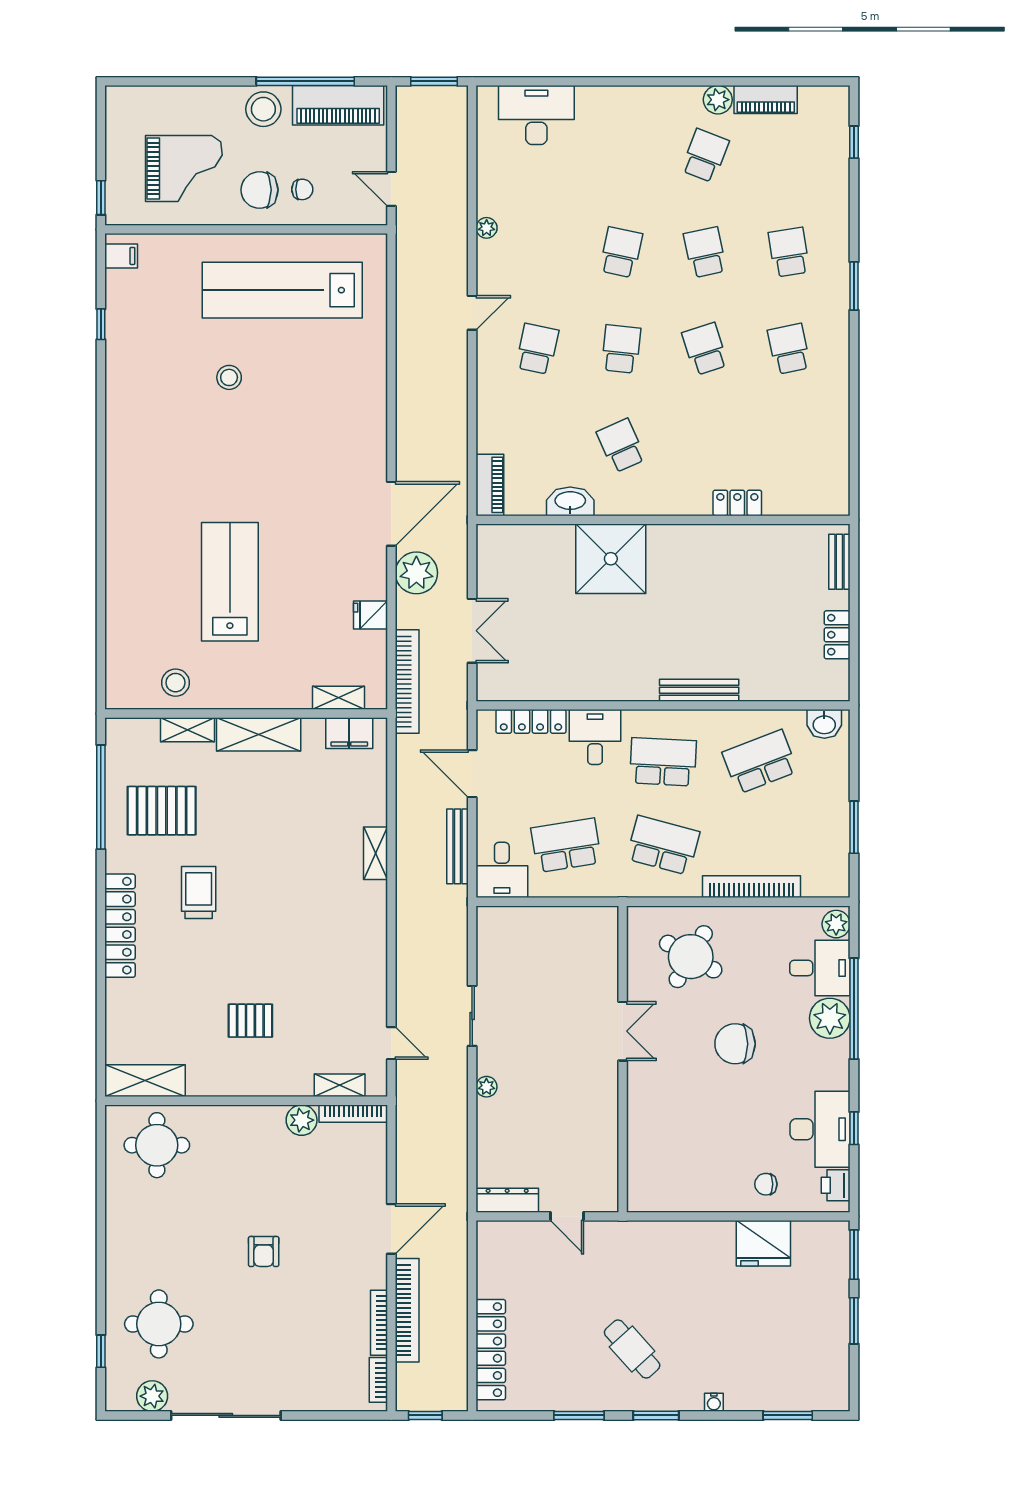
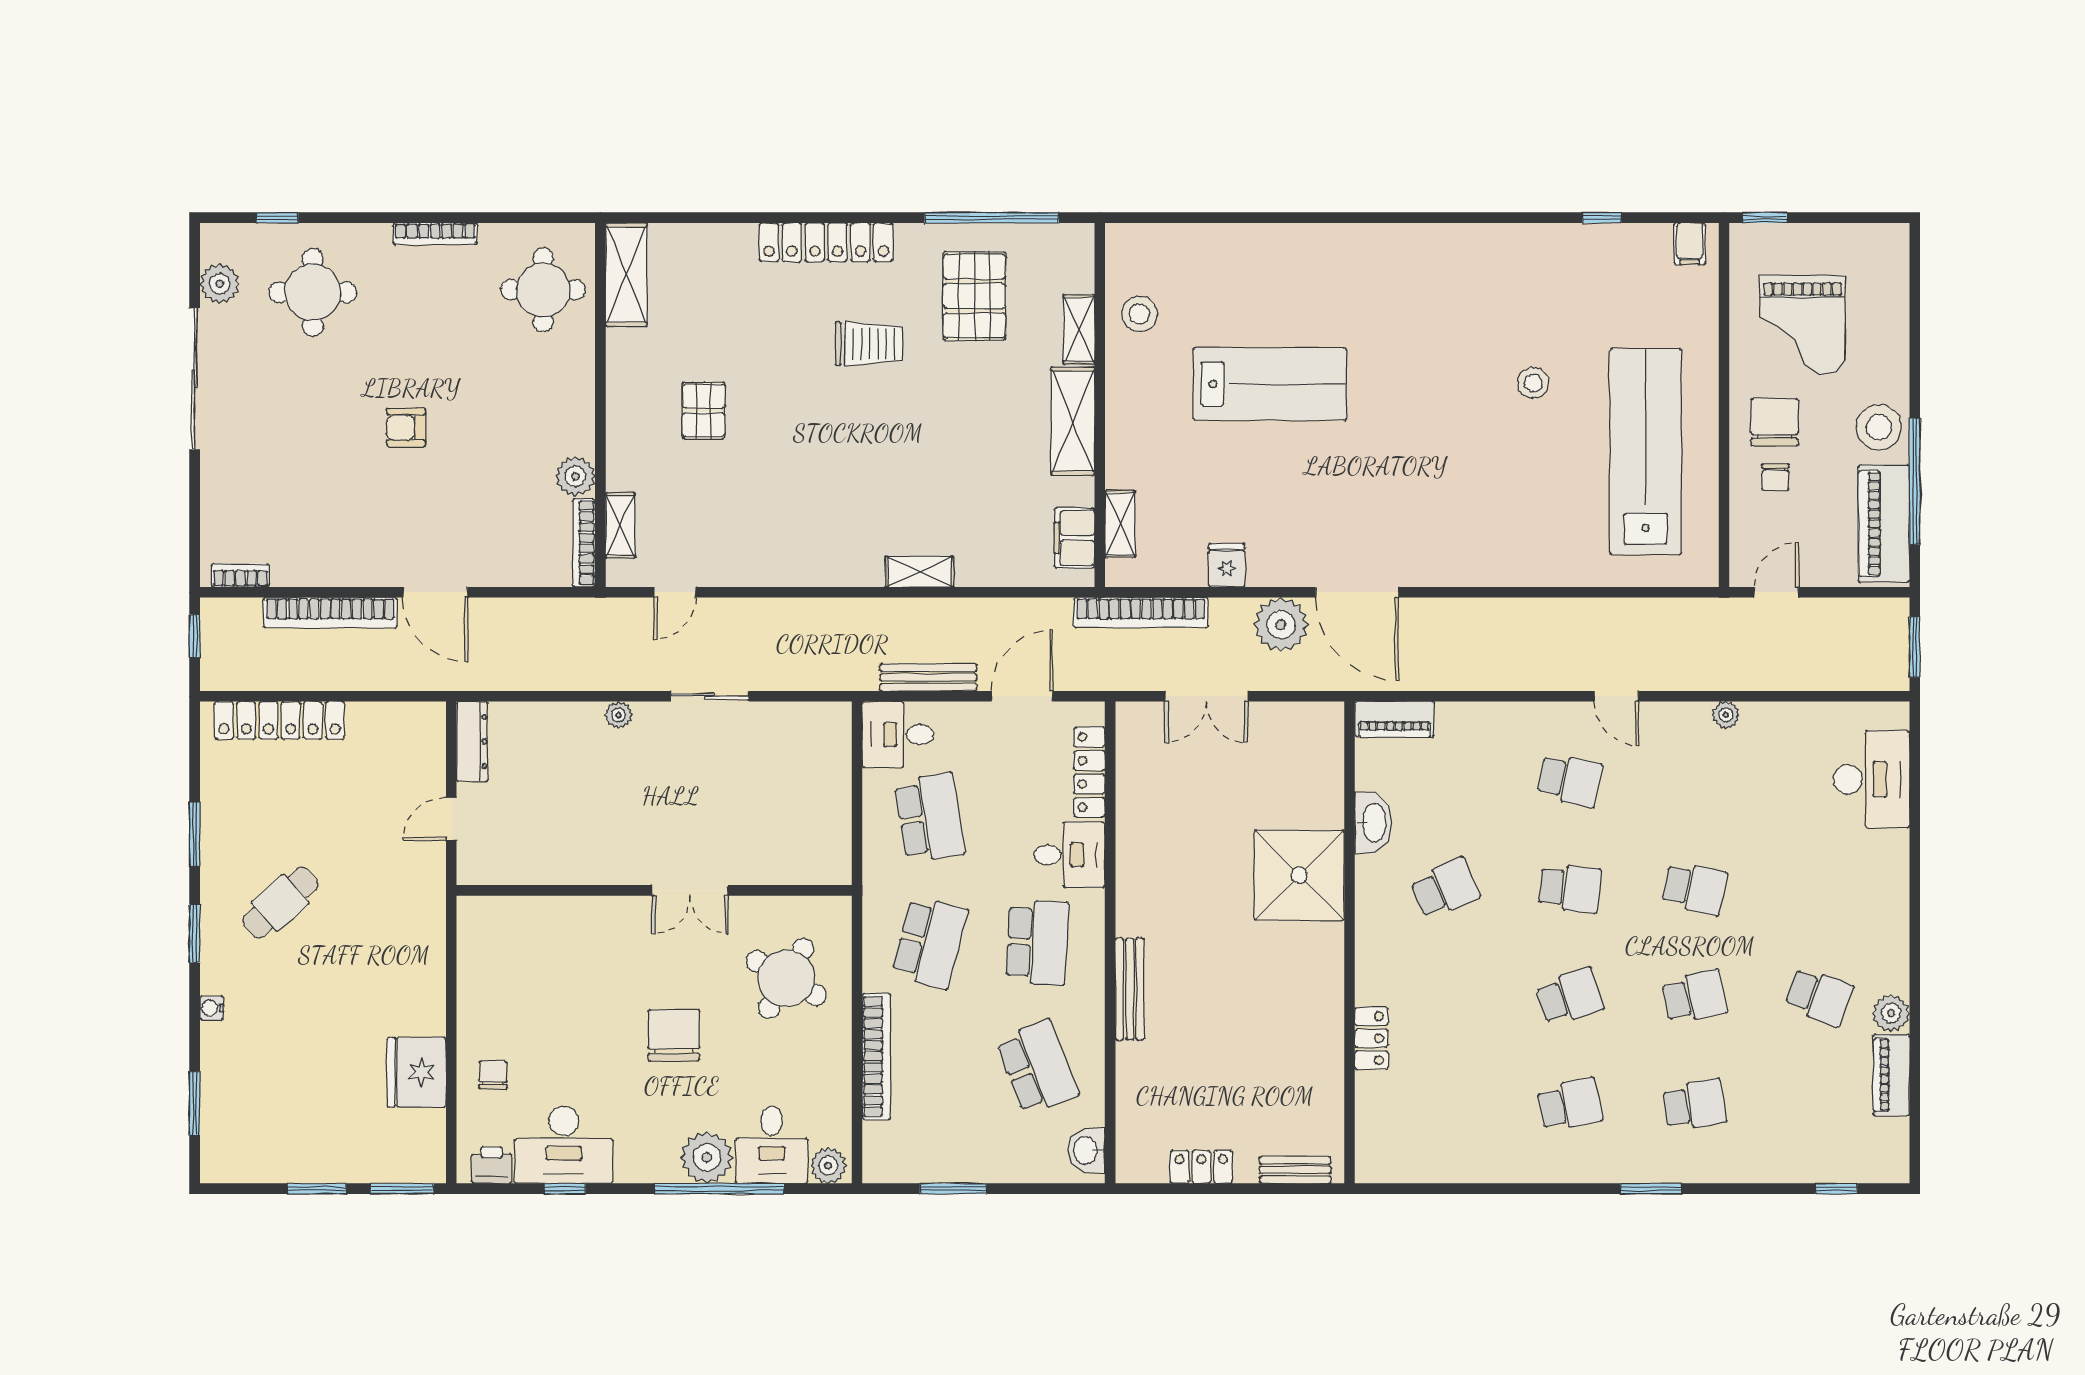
bookcase: (379, 1323) -> (435, 234), moved, turned 180

